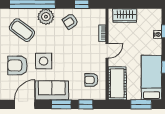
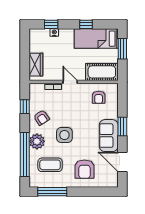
coffee table: (22, 30) -> (50, 165), turned 53
side table: (44, 61) -> (64, 135), moved
window: (86, 104) -> (122, 103), removed

